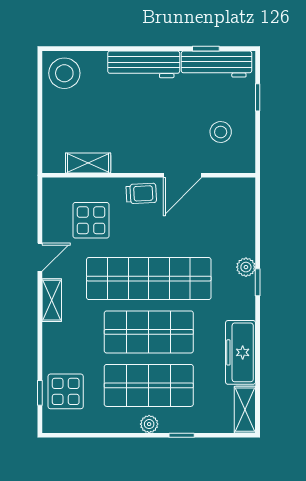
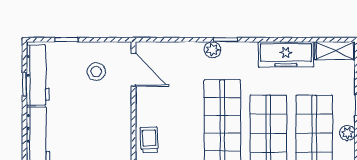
door: (182, 175) -> (133, 70), moved

